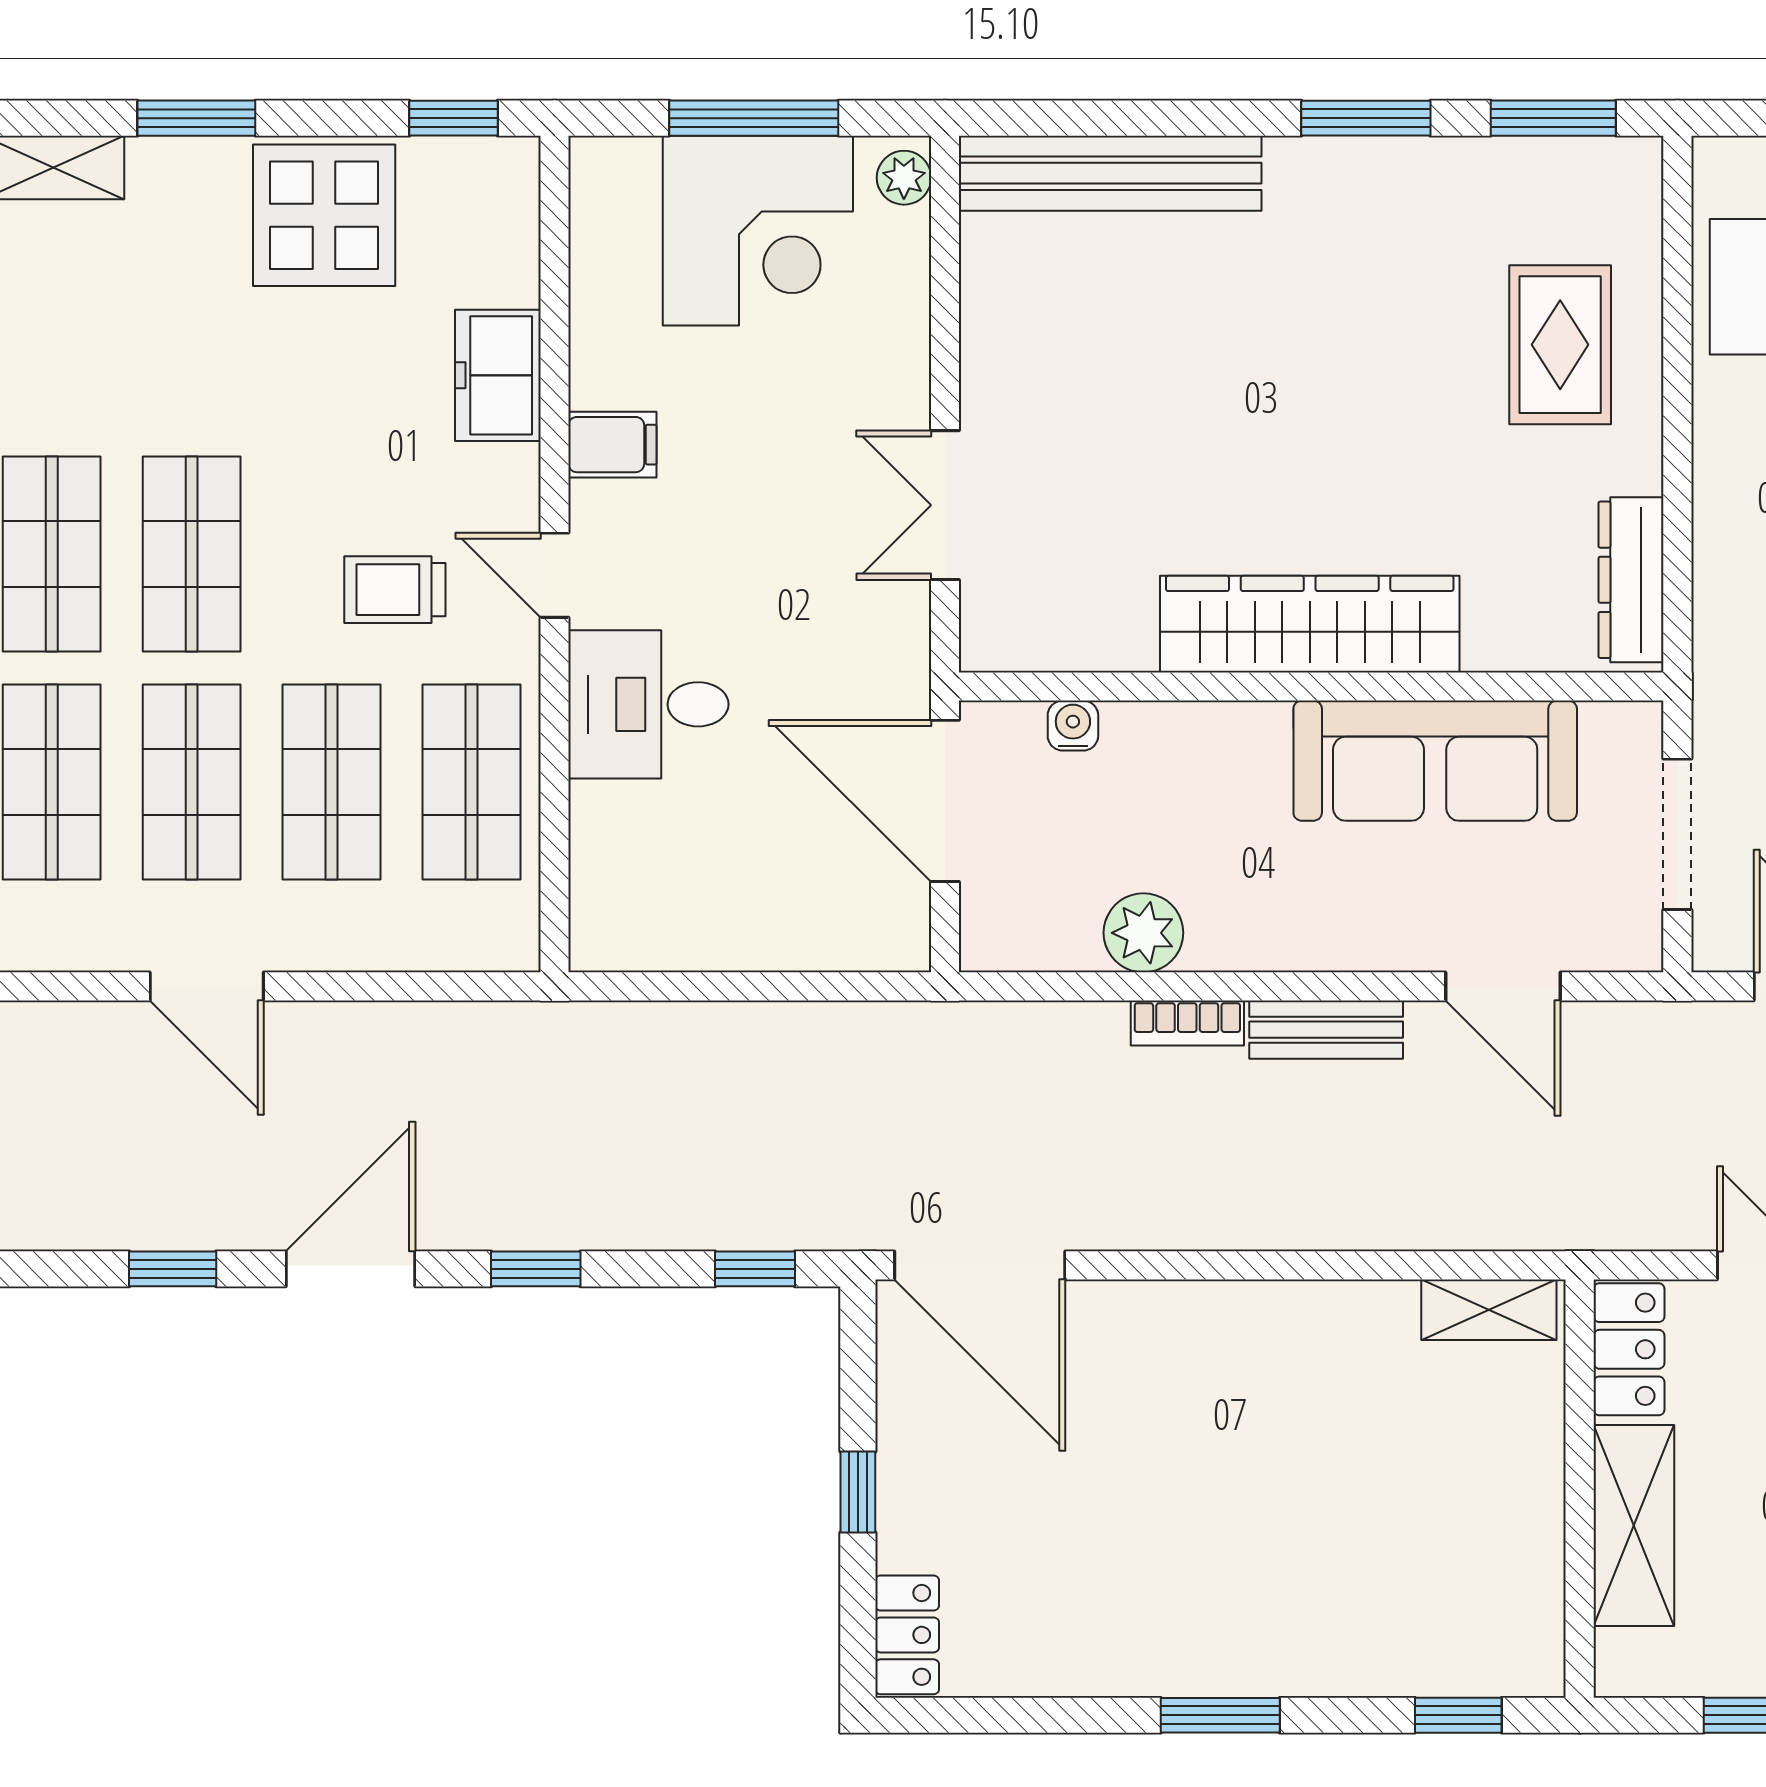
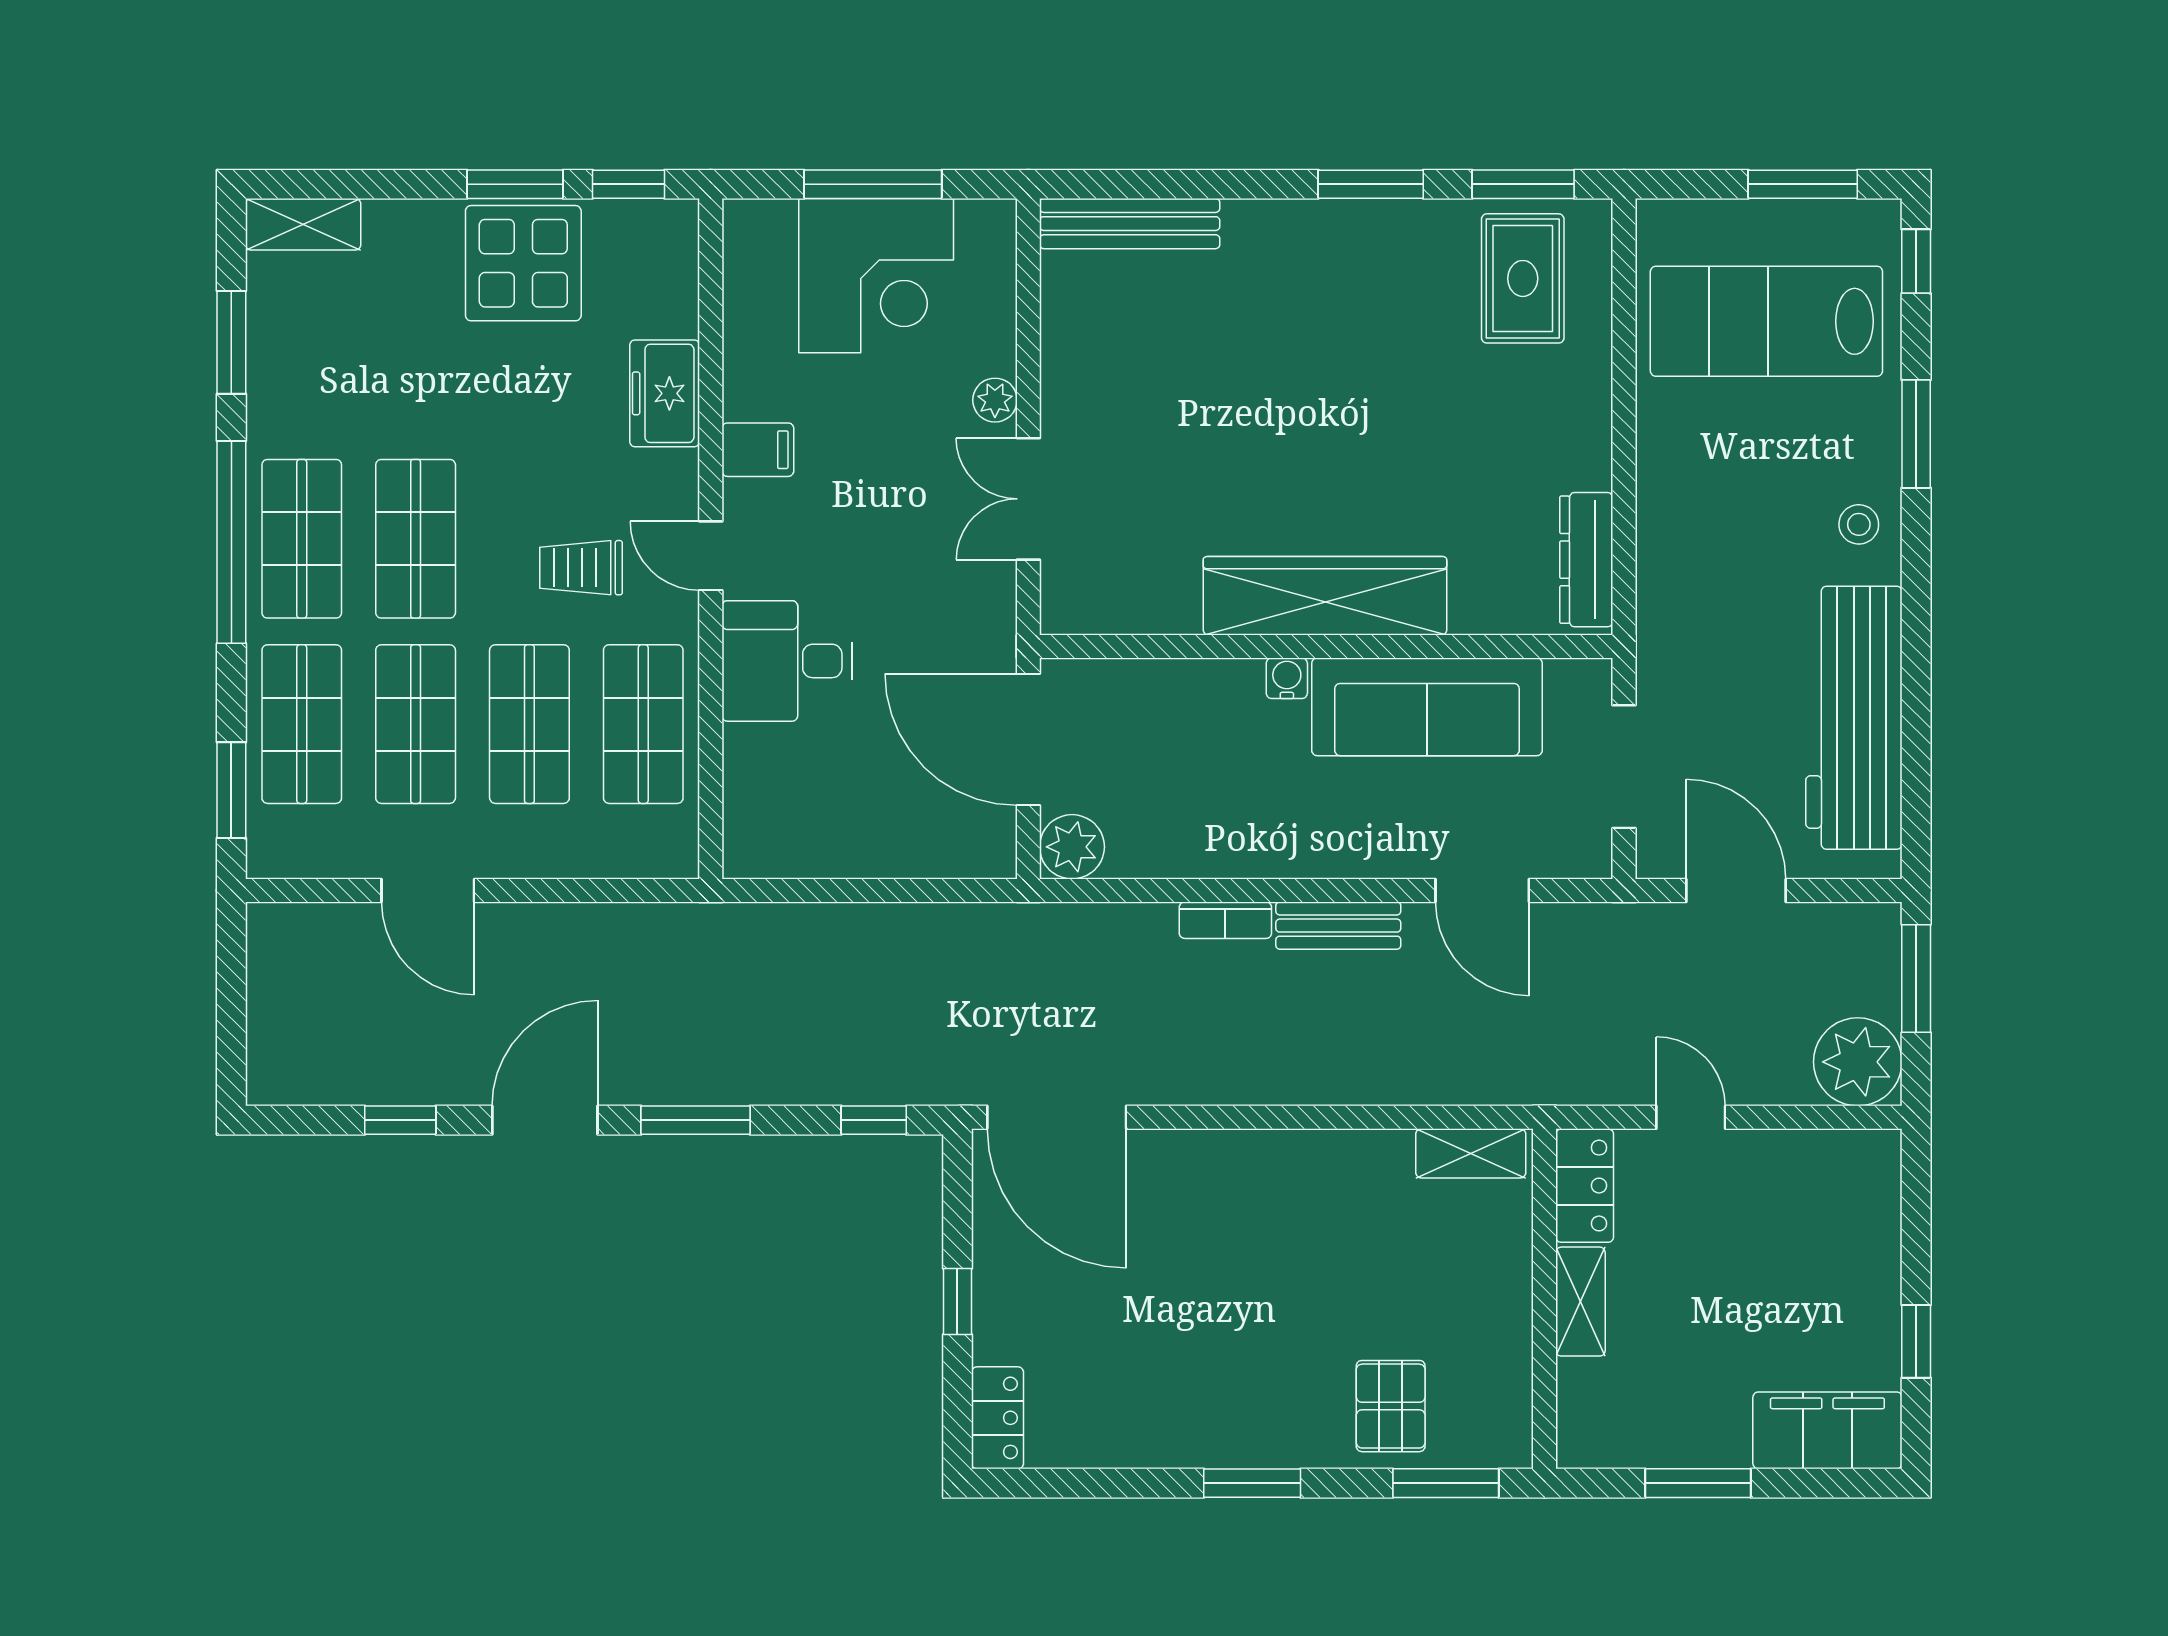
window: (196, 118) -> (515, 184), moved
bench: (1110, 173) -> (1130, 224), width x0.73, depth x0.82
plant: (904, 178) -> (995, 400), moved
rug: (1560, 345) -> (1523, 278), moved
water cooler: (1073, 726) -> (1287, 678), moved
plant: (1143, 933) -> (1072, 847), moved
window: (536, 1269) -> (695, 1120), width x1.50
shelving: (1634, 1526) -> (1580, 1302), width x0.67, depth x0.75
pallet: (1390, 1620) -> (1391, 1406), added
window: (1458, 1715) -> (1446, 1483), width x1.50

